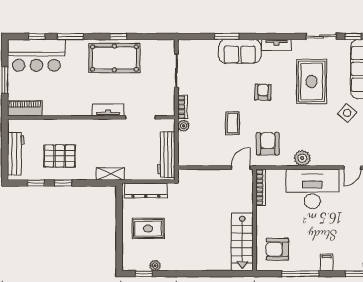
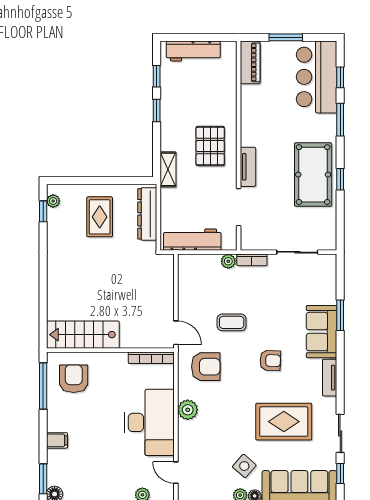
pallet: (60, 156) -> (210, 146), moved
plant: (155, 266) -> (53, 201), moved
window: (300, 274) -> (43, 386), moved

